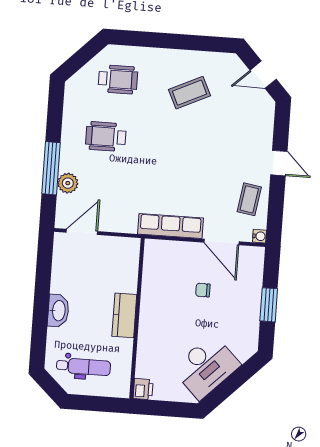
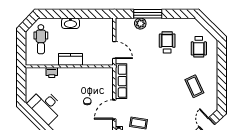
door: (82, 232) -> (114, 50), moved
printer: (143, 389) -> (52, 73), moved

